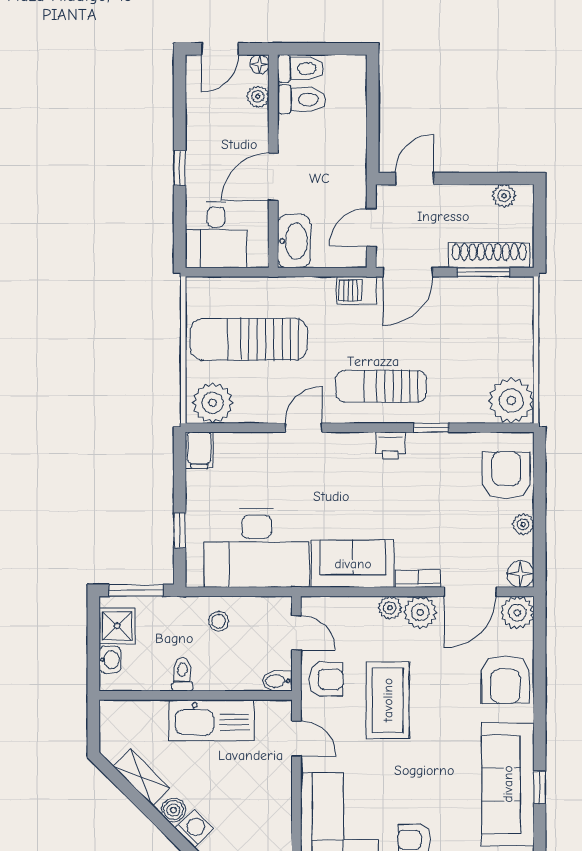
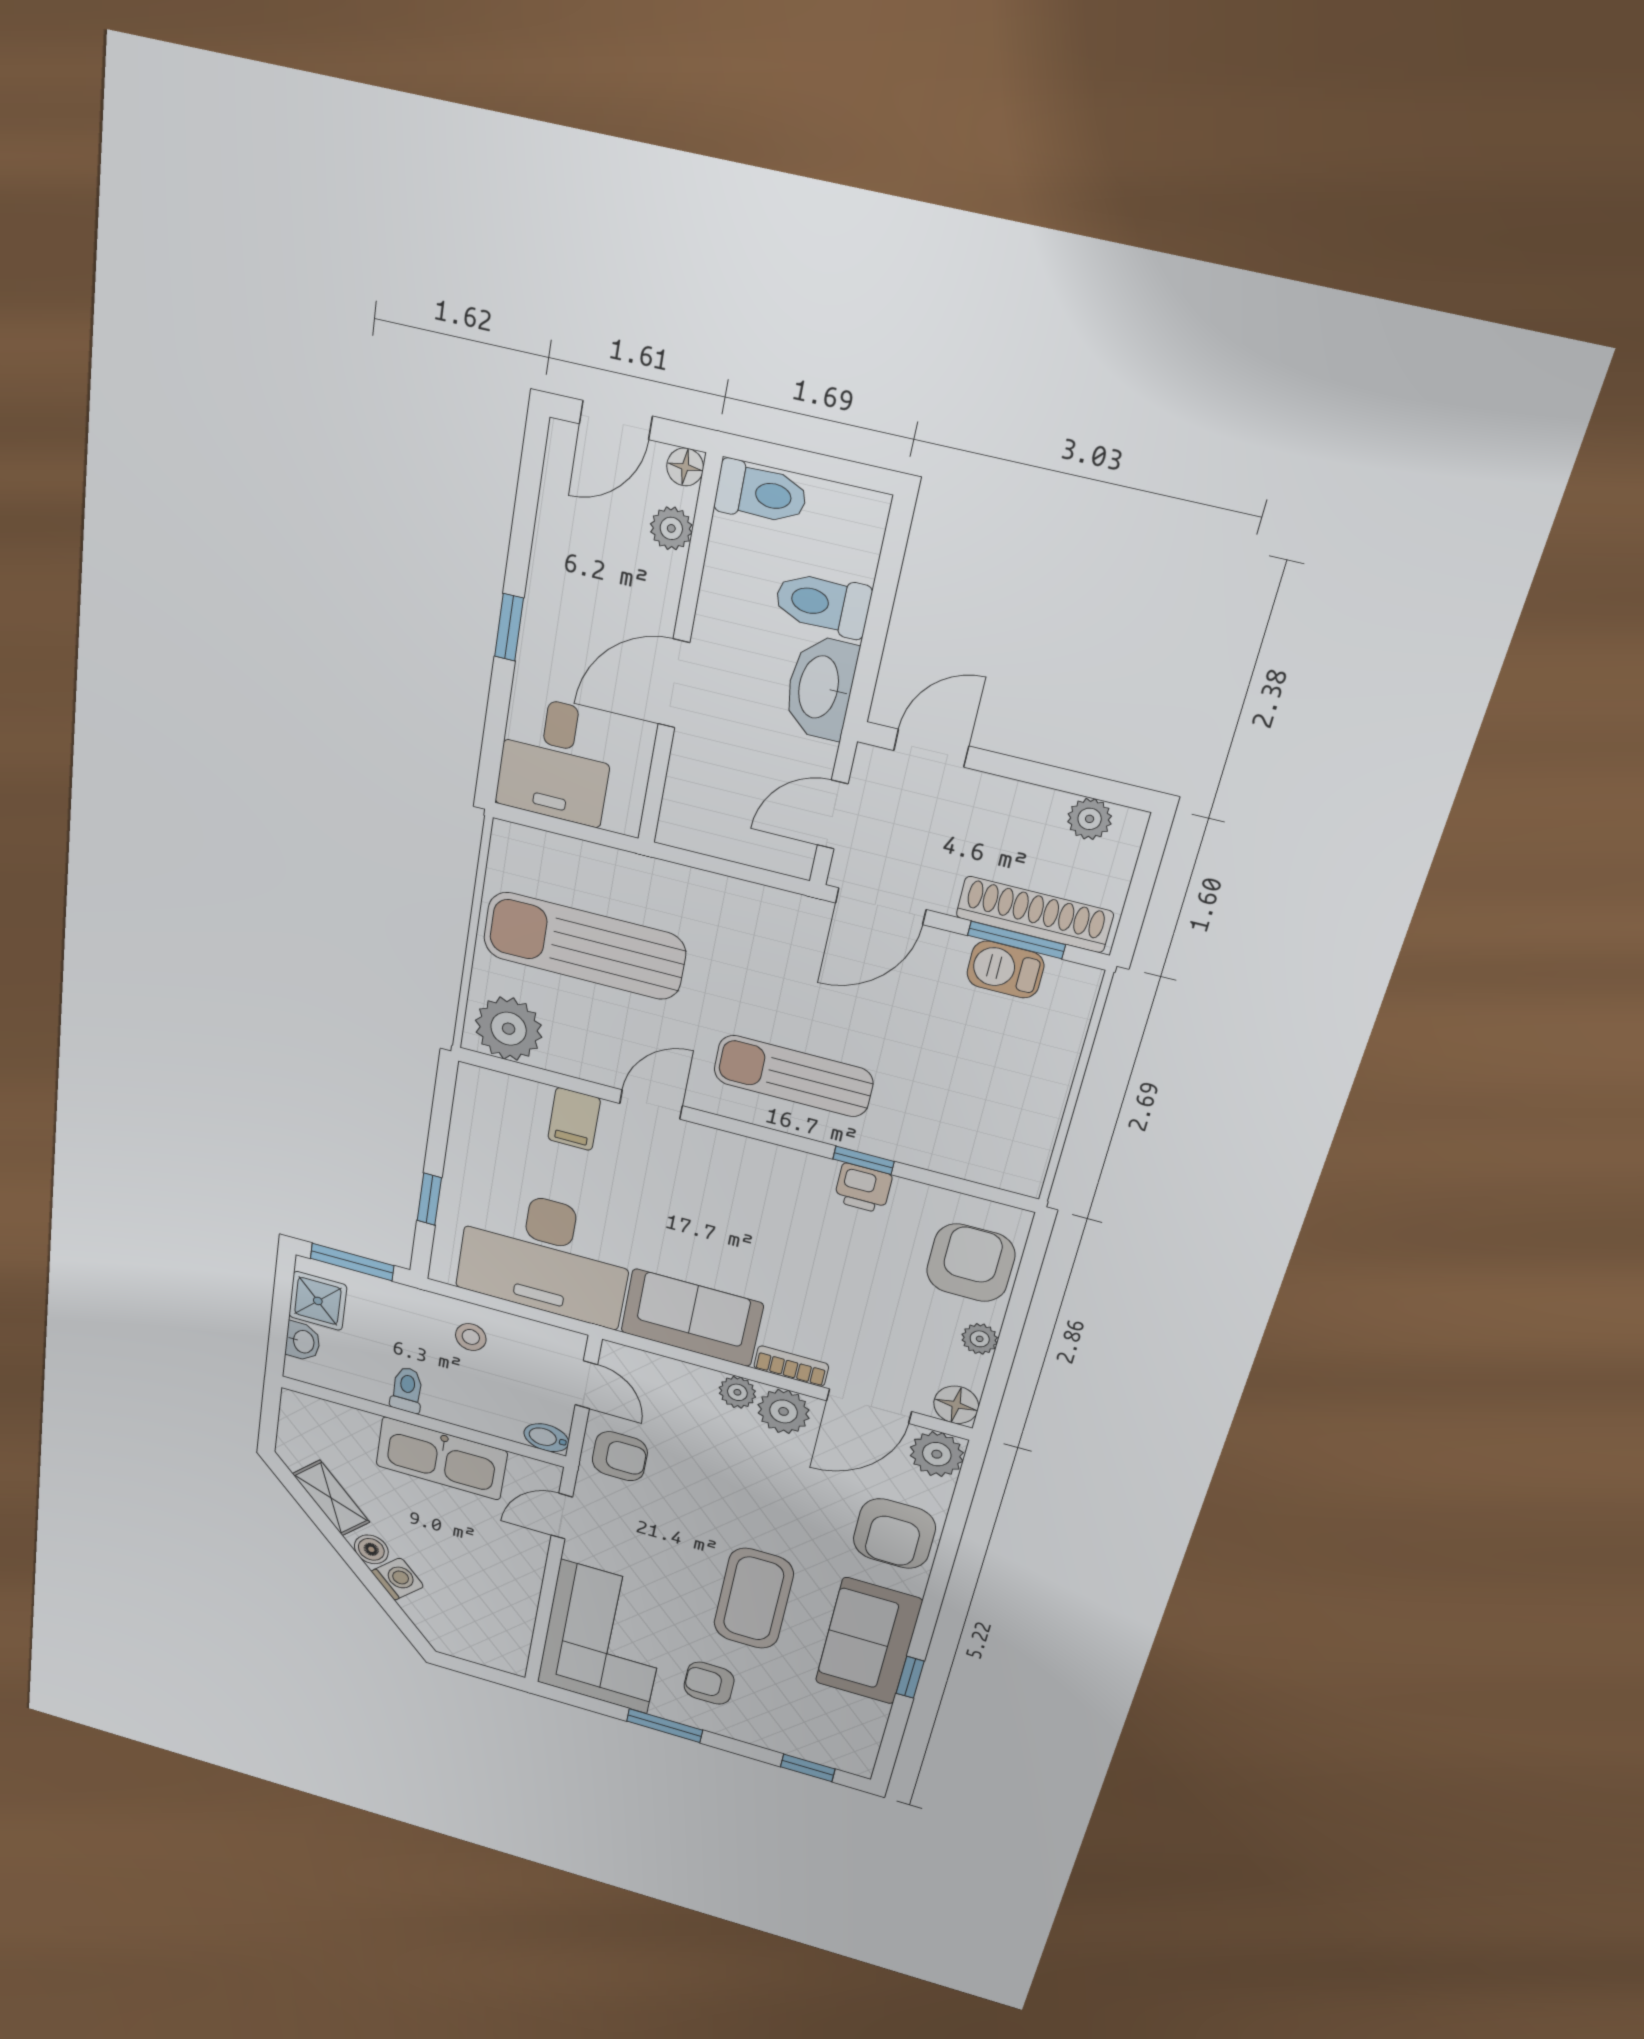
toilet: (302, 99) -> (823, 604), moved, turned 180
washbasin: (294, 241) -> (820, 687), moved, turned 180
barbecue: (356, 290) -> (1005, 969), moved
plant: (511, 401) -> (1010, 1155), removed
printer: (390, 445) -> (863, 1188), moved
filing cabinet: (199, 450) -> (574, 1119), moved
coffee table: (388, 700) -> (754, 1599), moved
door: (296, 739) -> (562, 1516), swing flipped
sofa: (508, 784) -> (868, 1641), width x0.73

